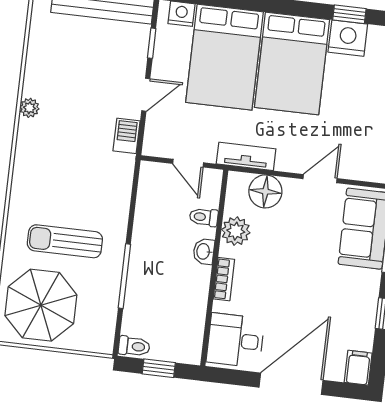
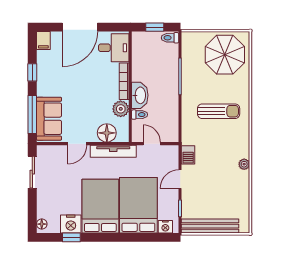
tv unit: (246, 156) -> (113, 151), width x1.41
sun lounger: (65, 241) -> (219, 111), moved
washbasin: (204, 251) -> (140, 95), width x1.91, depth x1.45
bookcase: (224, 279) -> (124, 81), width x1.56

